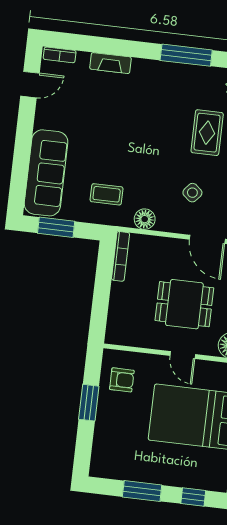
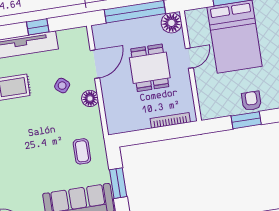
floor lamp: (145, 219) -> (90, 98), moved
bookcase: (121, 256) -> (170, 120), moved
armchair: (122, 380) -> (251, 101), moved

